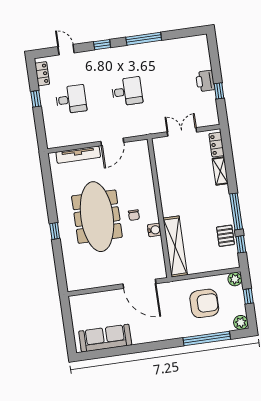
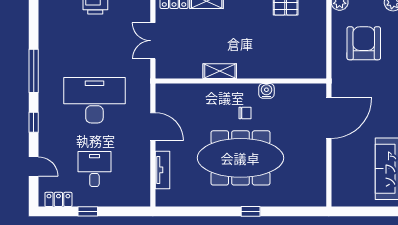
door: (66, 50) -> (34, 166), swing flipped
desk: (127, 91) -> (94, 100), width x1.87, depth x1.30
tv unit: (78, 155) -> (162, 170), width x0.71
shelving: (175, 246) -> (220, 71), moved, width x0.45, depth x0.75

